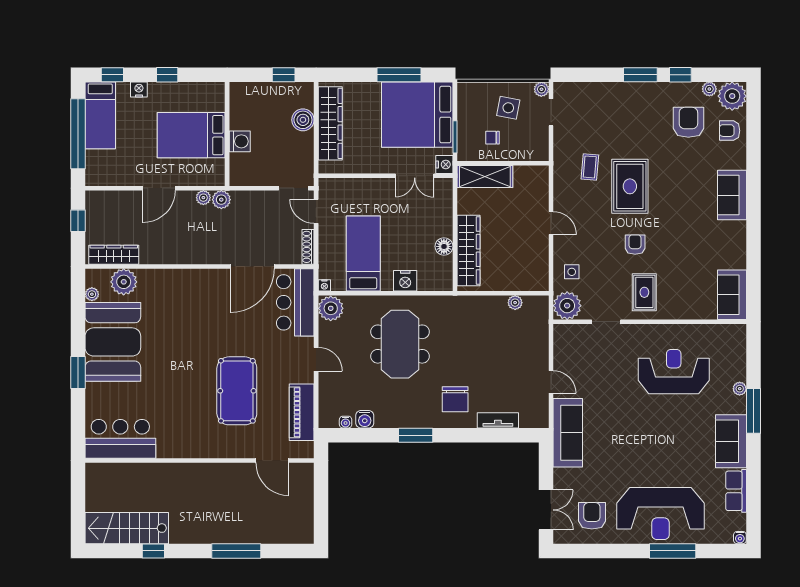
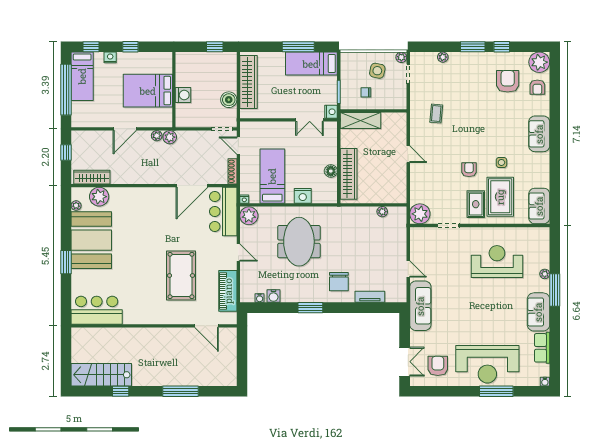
plant: (709, 89) -> (443, 57), moved
bed: (417, 115) -> (311, 64), width x0.49
boiler: (303, 120) -> (229, 100), moved
armchair: (730, 131) -> (537, 87), turned -90
rug: (630, 186) -> (500, 197), moved
side table: (572, 272) -> (501, 162), moved

